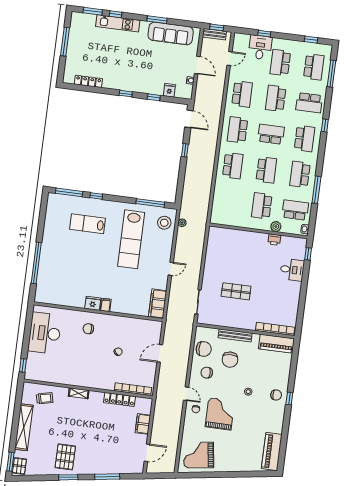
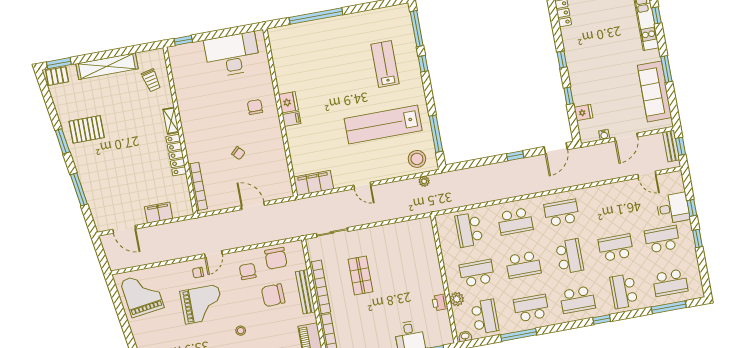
window: (311, 40) -> (697, 238), moved
school desk: (242, 94) -> (469, 230), moved, turned 90
bookcase: (235, 324) -> (320, 287), added
locker: (120, 399) -> (176, 155), moved

